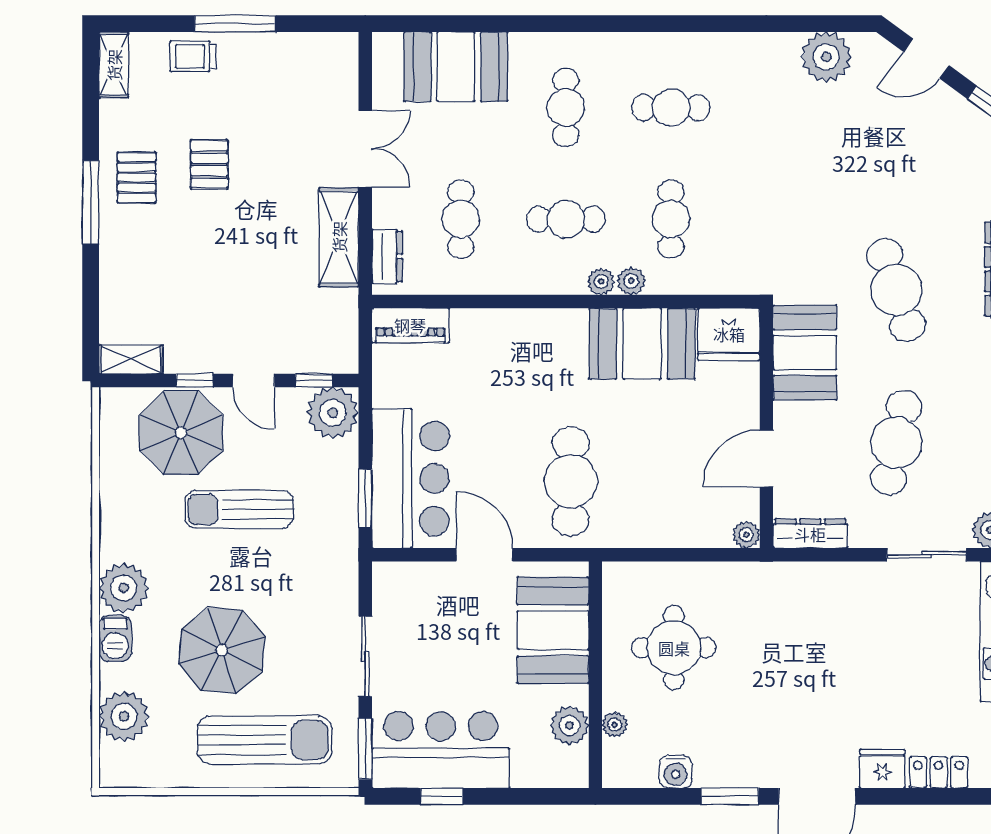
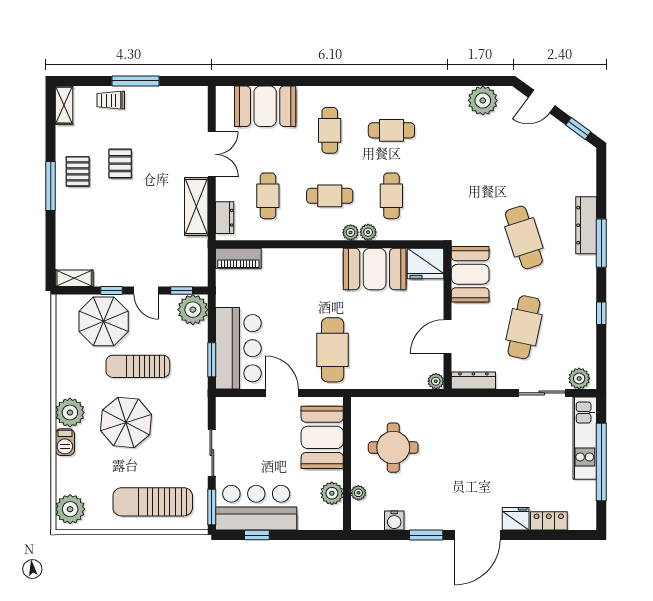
parasol: (222, 650) -> (126, 422), moved
plant: (124, 716) -> (70, 509), moved
sun lounger: (265, 740) -> (153, 502), turned 180

